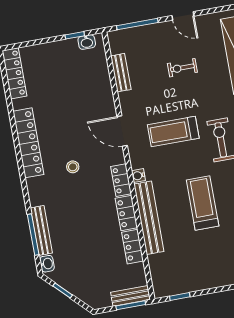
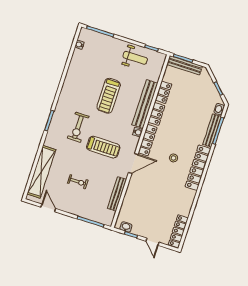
door: (183, 16) -> (48, 208), moved
door: (41, 41) -> (152, 242), added
bench: (121, 73) -> (117, 194), width x1.36
door: (122, 131) -> (133, 163), hinge flipped
locker: (28, 143) -> (198, 168), moved
locker: (121, 180) -> (148, 140), width x1.53
weight bench: (194, 272) -> (135, 58), added
bench: (130, 296) -> (185, 65), width x1.36

